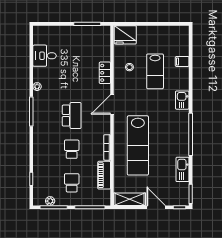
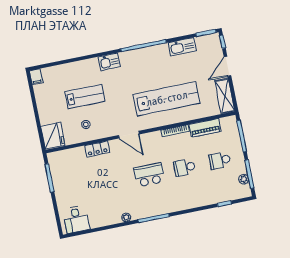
desk: (45, 56) -> (76, 219), moved
filing cabinet: (182, 61) -> (36, 77), moved

